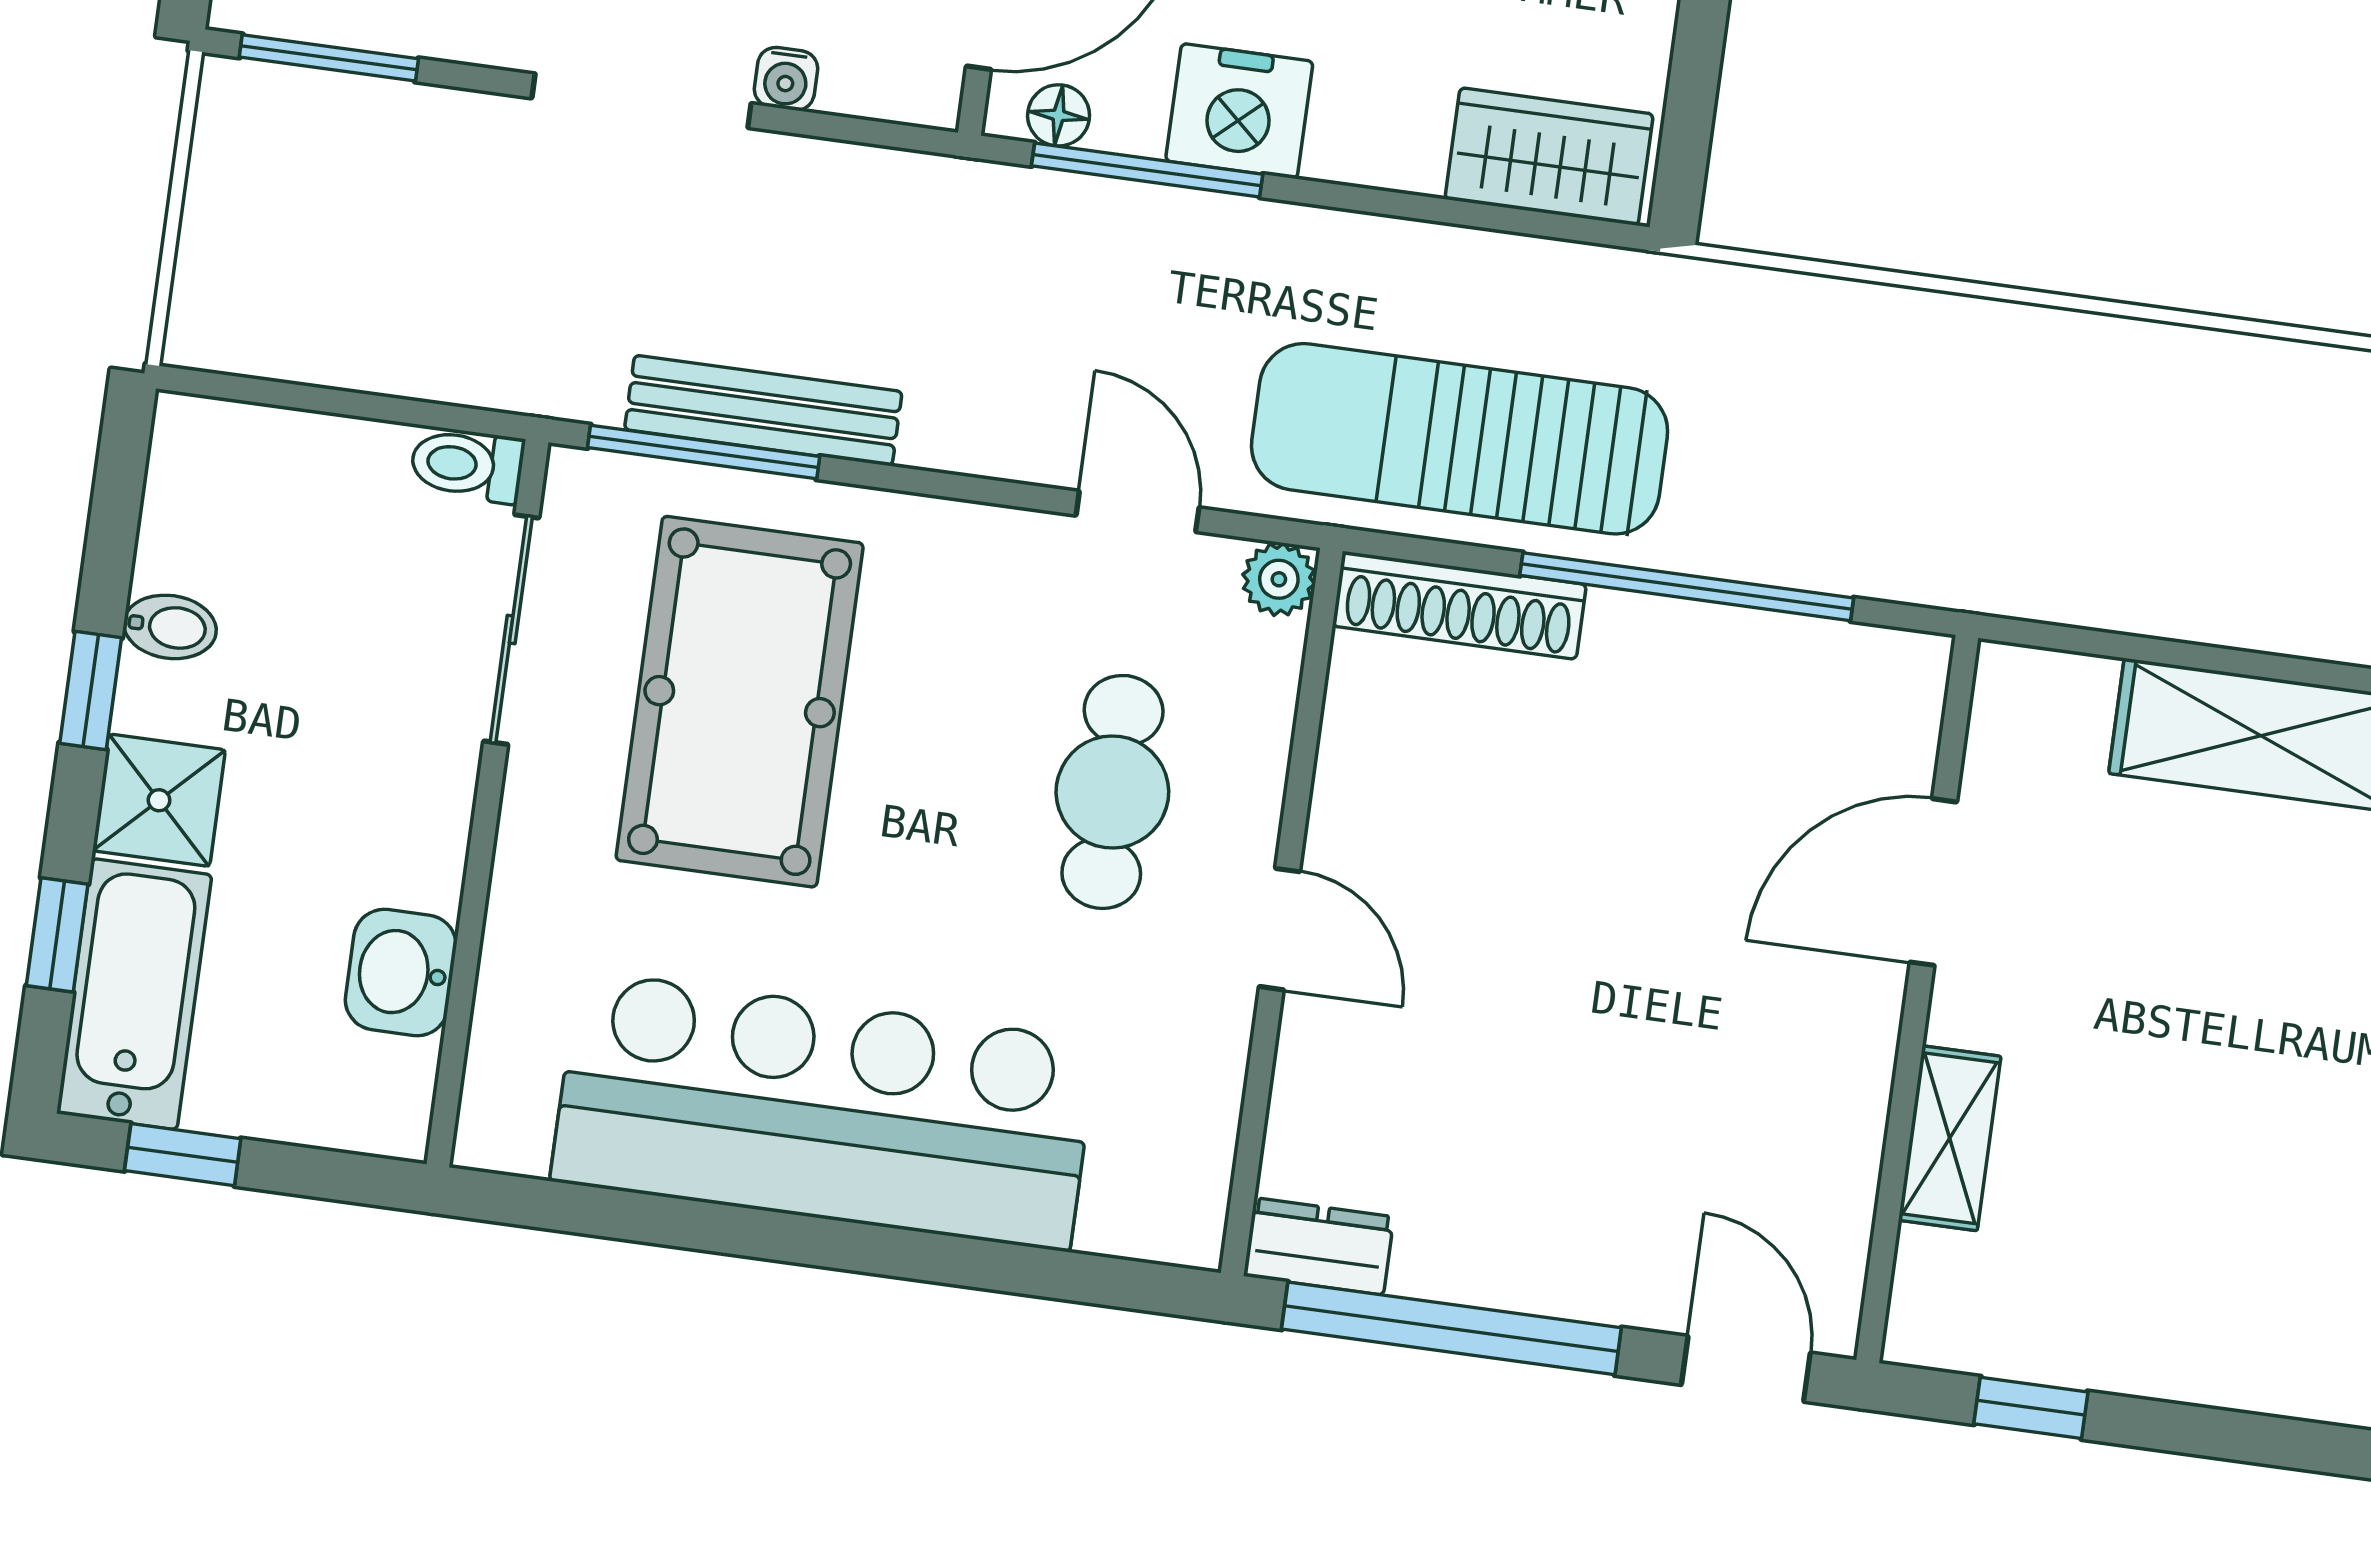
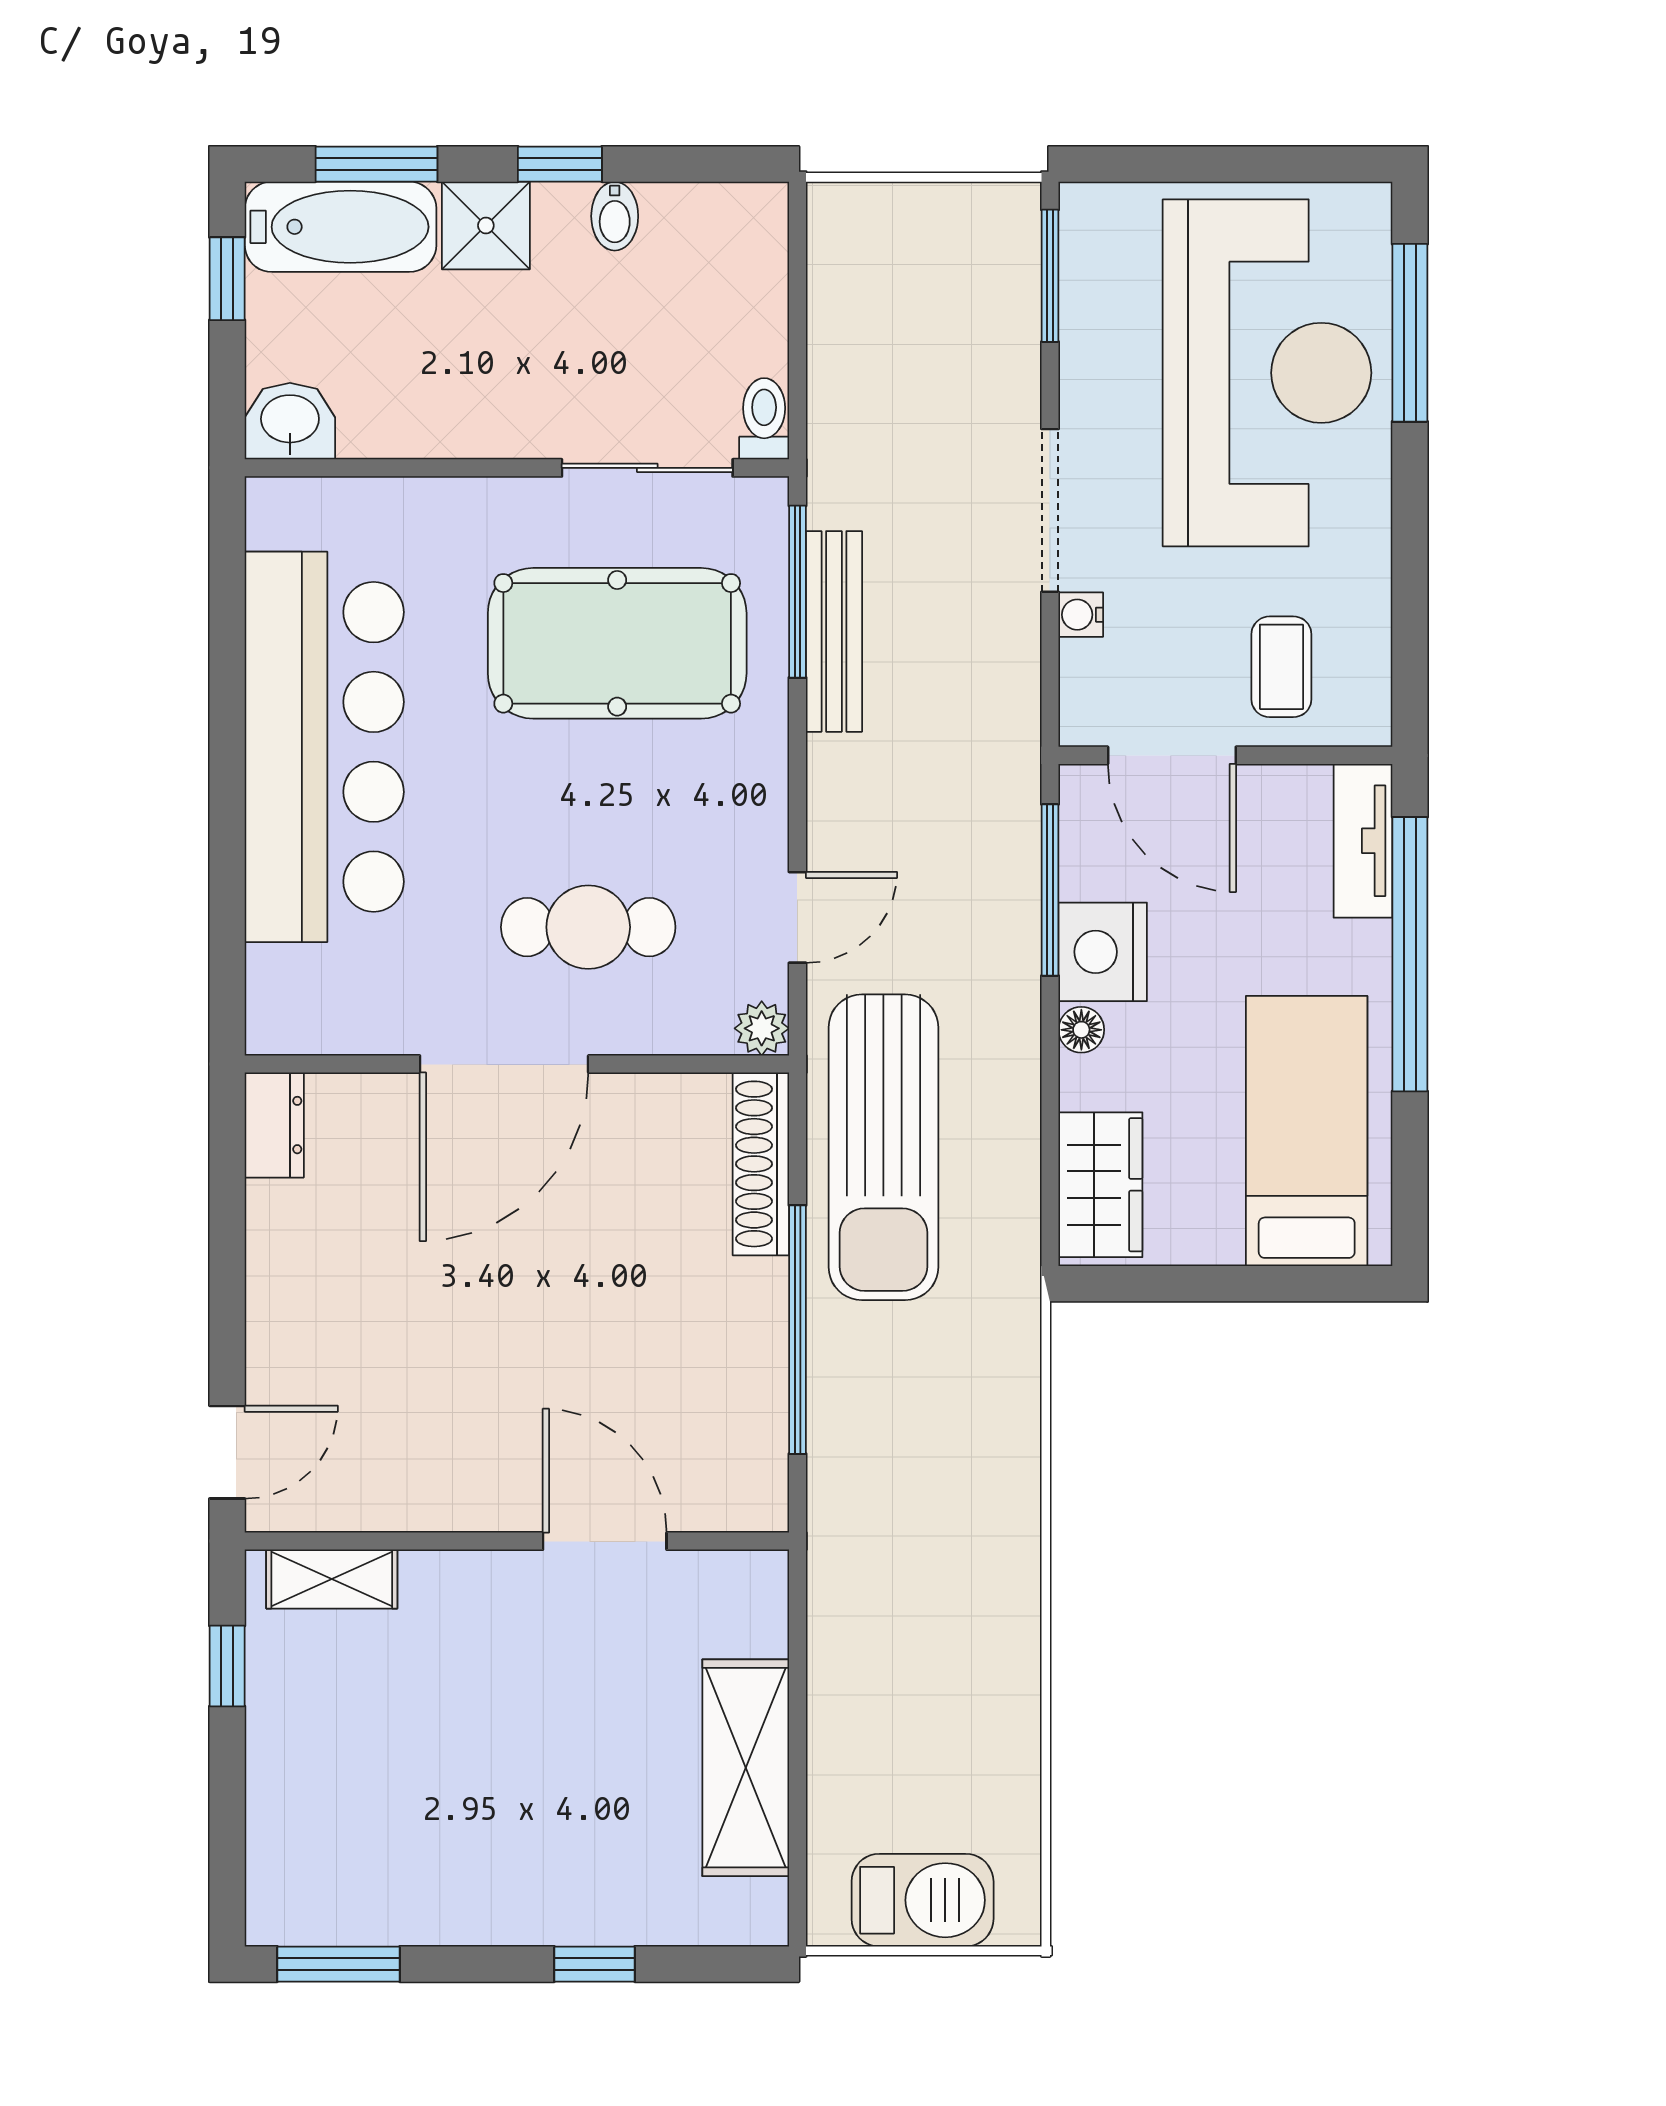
floor lamp: (1059, 115) -> (1081, 1030), moved
sun lounger: (1460, 439) -> (883, 1147), turned 180
door: (1279, 929) -> (504, 1064), width x1.87
window: (57, 935) -> (376, 164), width x1.50
washbasin: (401, 973) -> (290, 421), moved
shelving: (1950, 1138) -> (332, 1579), moved
window: (1451, 1328) -> (227, 1231), removed

